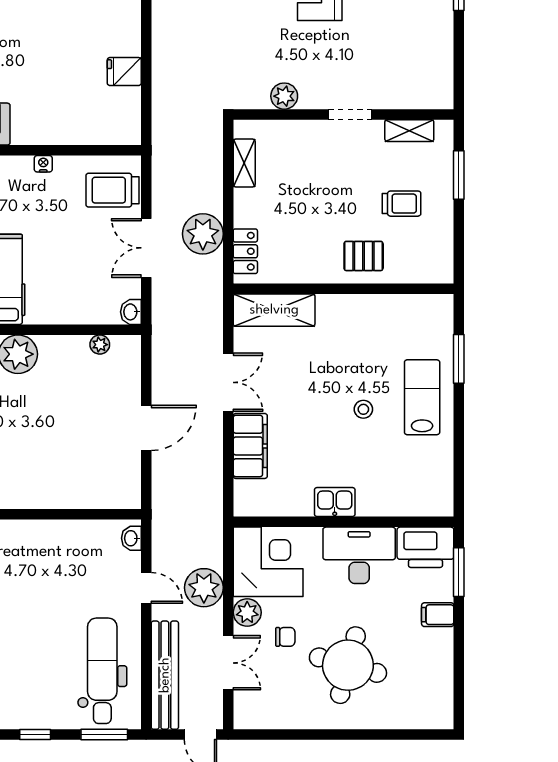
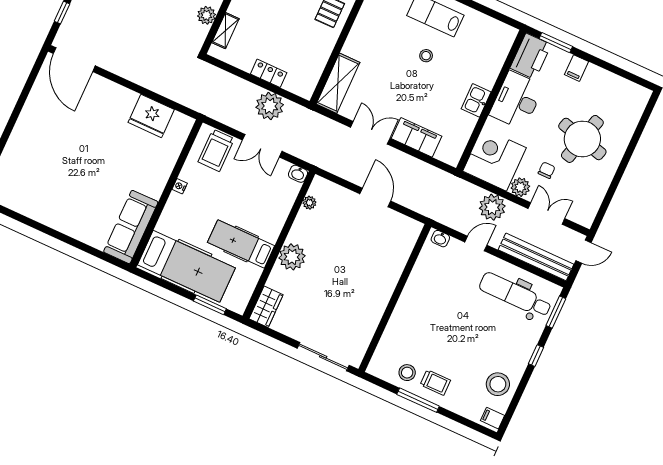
fridge: (124, 72) -> (151, 116), width x1.88, depth x1.34
shelving: (244, 163) -> (225, 31), moved, turned 90
locker: (245, 251) -> (269, 73), moved

